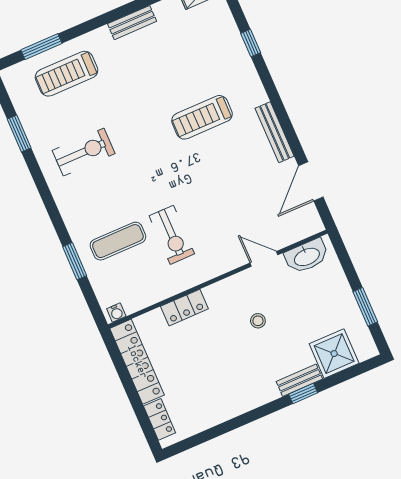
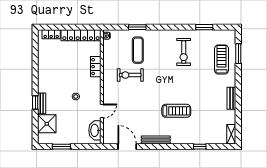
treadmill: (202, 117) -> (176, 111), turned 90

